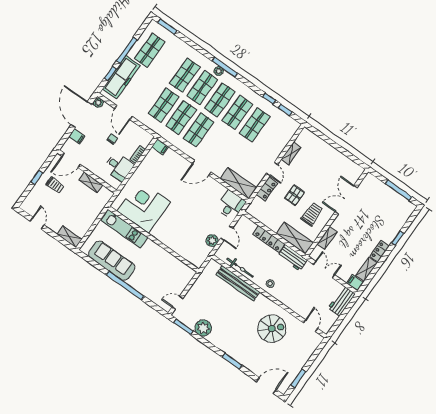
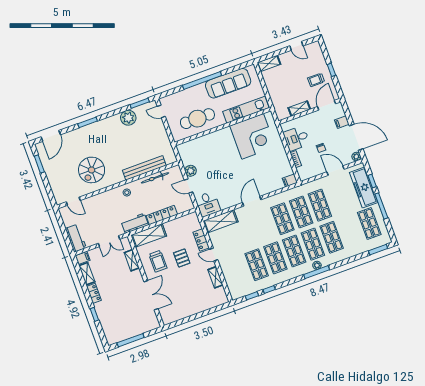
cafe table: (162, 266) -> (197, 119), added
door: (177, 303) -> (161, 111), swing flipped

